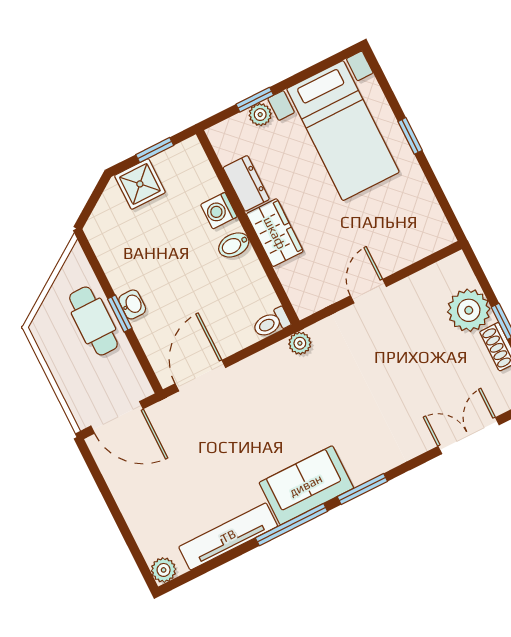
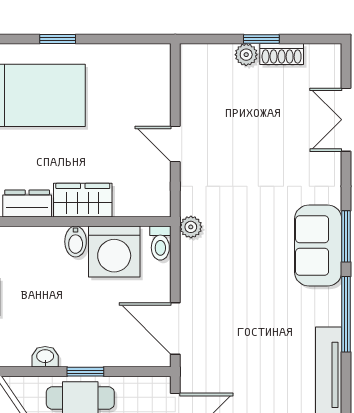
washing machine: (219, 211) -> (114, 252), moved, width x1.89, depth x1.89
washbasin: (132, 304) -> (45, 357), moved
plant: (469, 310) -> (246, 55), width x0.53, depth x0.53
sofa: (306, 485) -> (318, 246), moved

